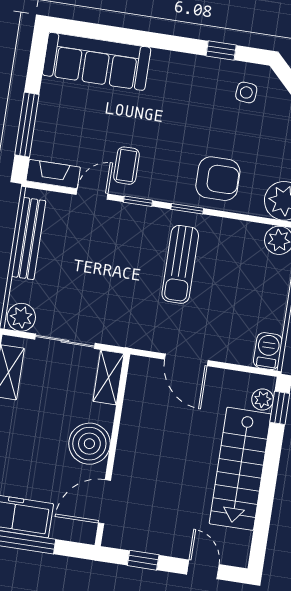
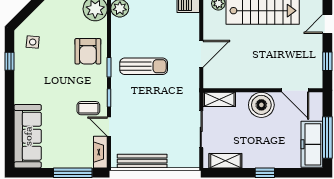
armchair: (218, 179) -> (88, 51), turned 180
plant: (21, 317) -> (191, 158), removed

